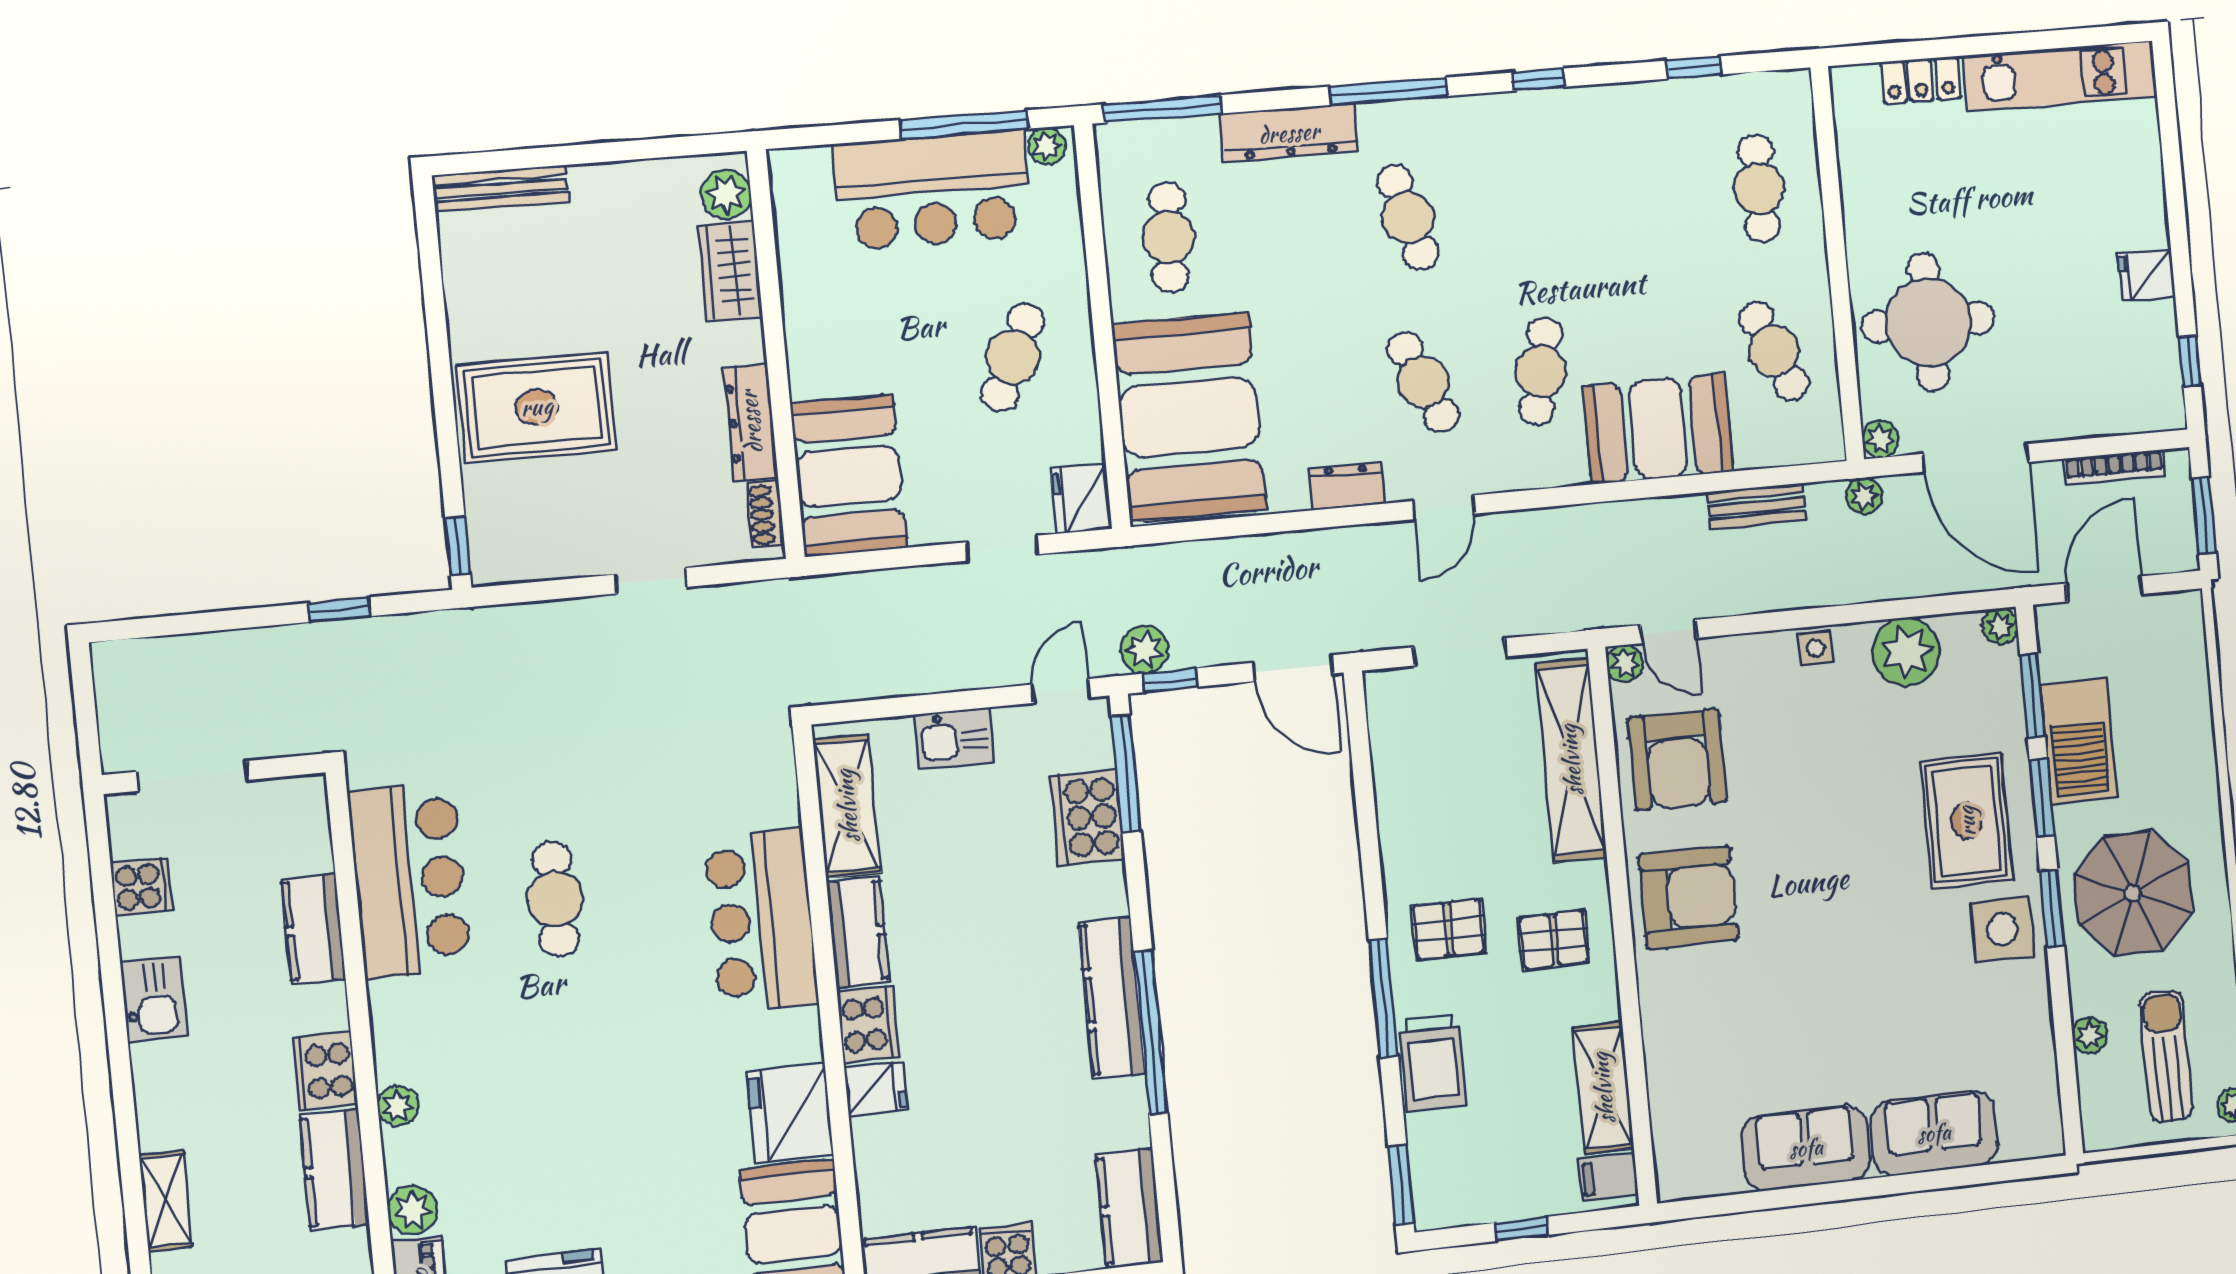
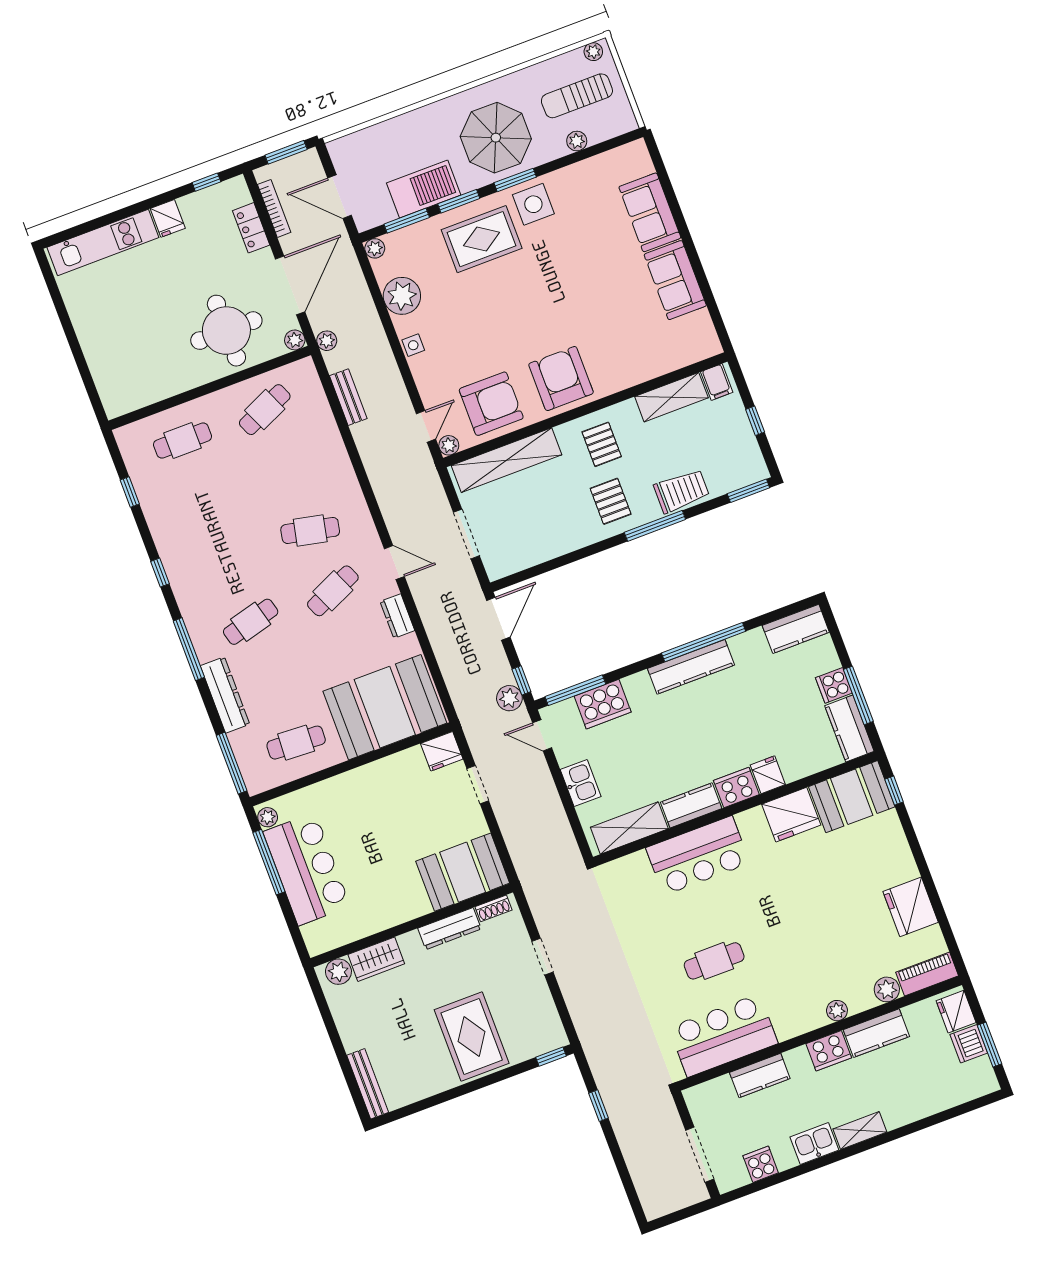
kitchen unit: (2060, 76) -> (103, 242), moved, turned 90
locker: (1921, 80) -> (251, 228), moved, turned 180
cafe table: (1013, 357) -> (380, 806), removed
booth: (1658, 429) -> (323, 460), removed
shelving: (166, 1201) -> (860, 1130), moved

